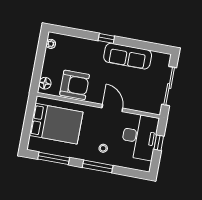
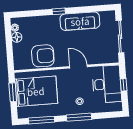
floor lamp: (45, 83) -> (17, 37), moved
window: (29, 118) -> (13, 92), added

